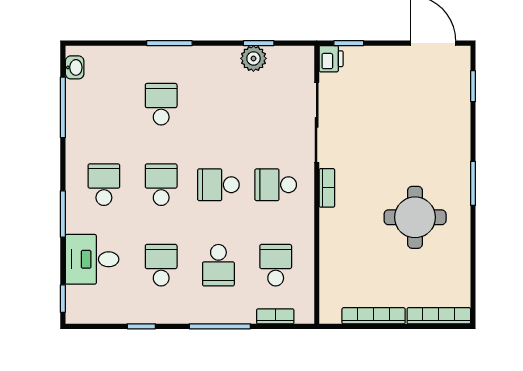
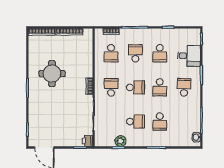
school desk: (218, 104) -> (135, 122), added
school desk: (104, 185) -> (184, 87), turned 180
school desk: (276, 185) -> (111, 87), turned -90

